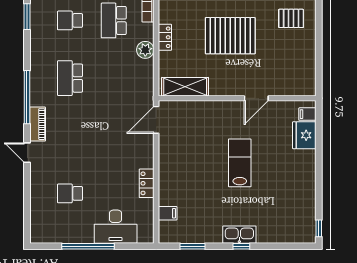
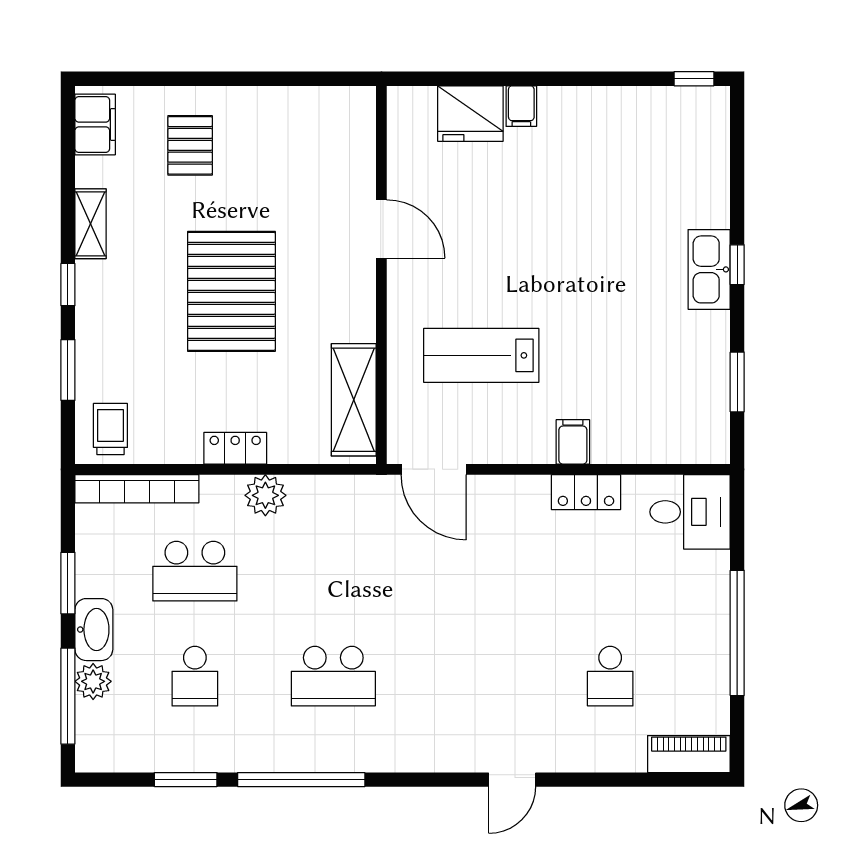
window: (27, 97) -> (301, 780), moved
filing cabinet: (307, 114) -> (521, 106), moved
piano: (38, 124) -> (689, 754), moved
lab bench: (240, 163) -> (481, 355), moved
filing cabinet: (168, 213) -> (573, 442), moved
desk: (116, 227) -> (690, 512), moved, width x0.73

